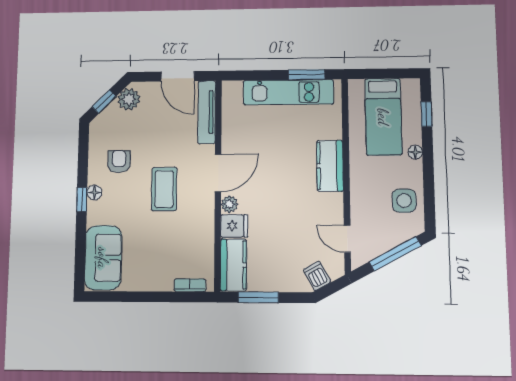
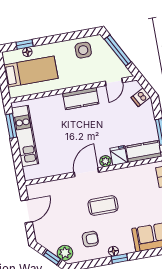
plant: (129, 99) -> (65, 253), moved
tv unit: (207, 112) -> (47, 187), removed
floor lamp: (415, 152) -> (27, 52), moved
armchair: (119, 162) -> (90, 239), turned 180
kitchen counter: (330, 166) -> (81, 99), moved
door: (218, 173) -> (86, 172), hinge flipped

